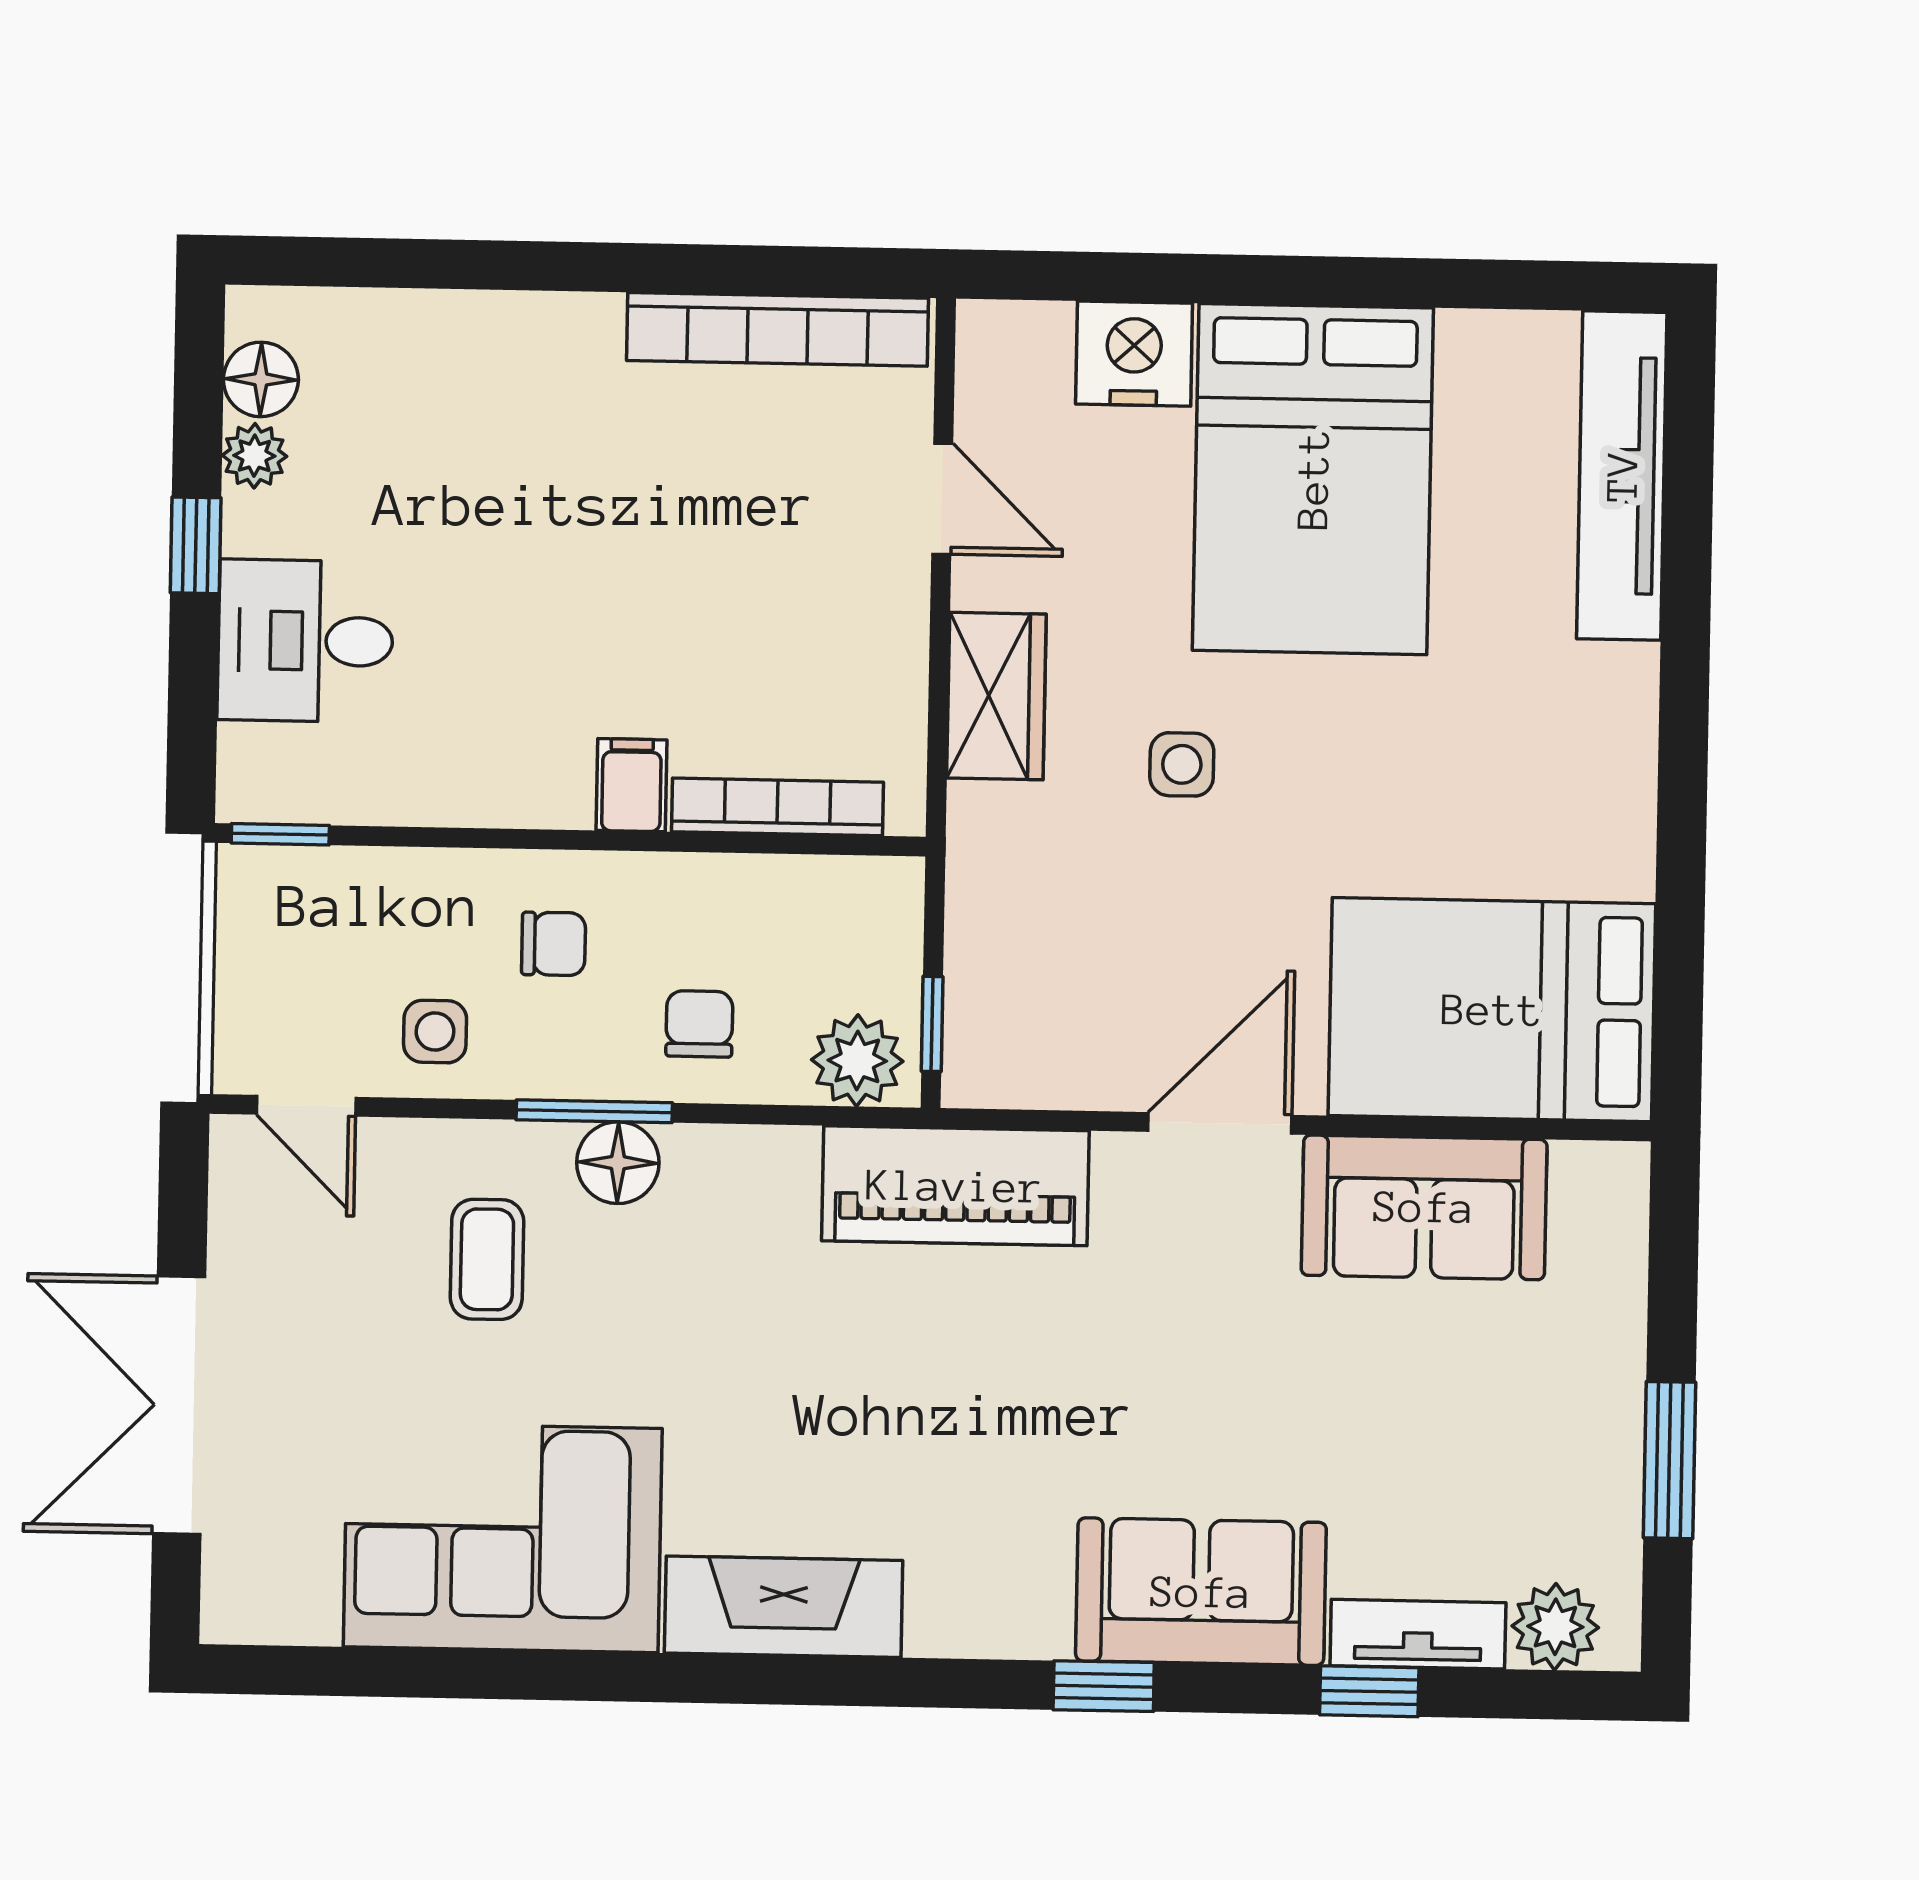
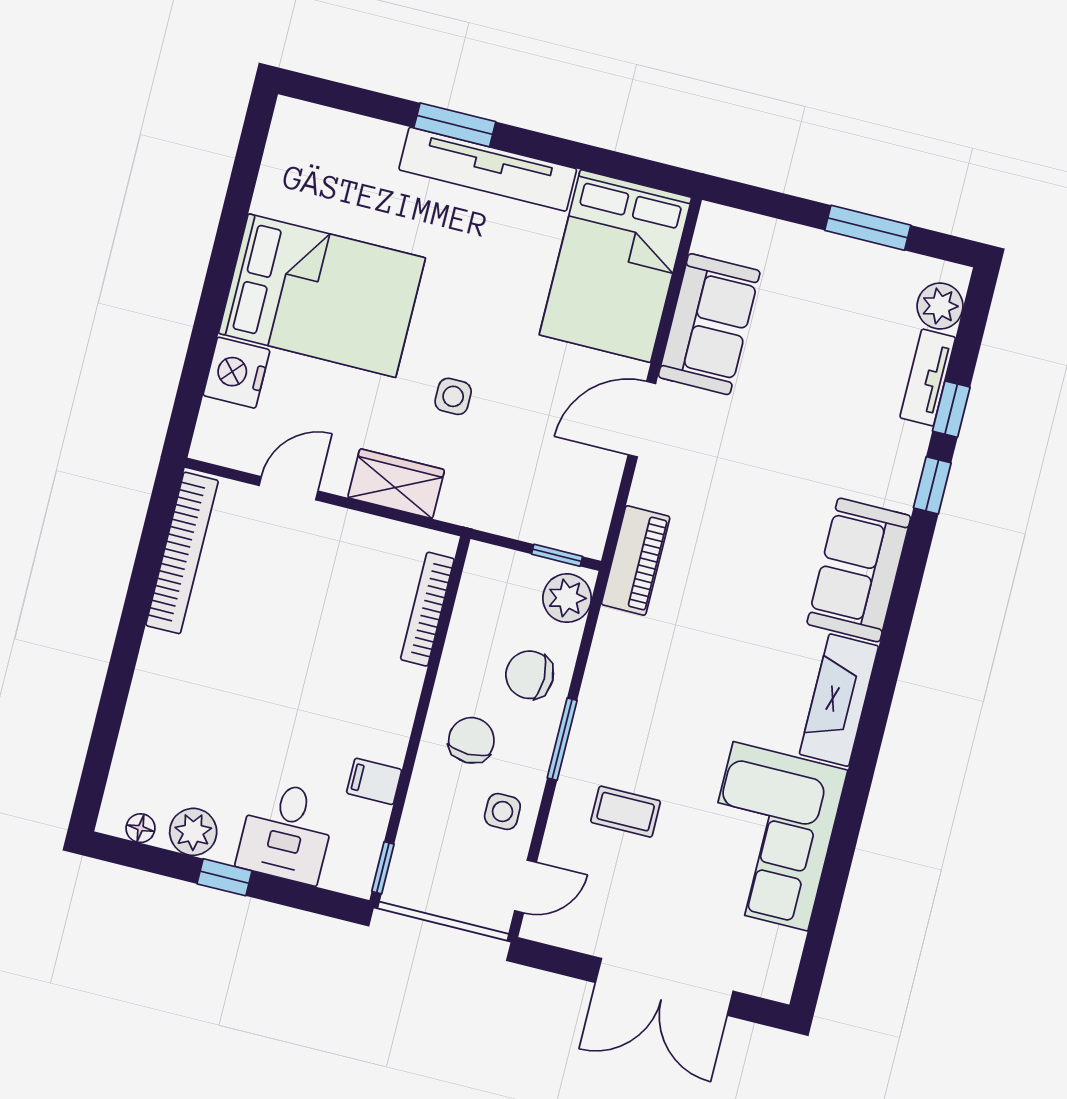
floor lamp: (261, 379) -> (140, 828), width x0.73, depth x0.73
plant: (254, 456) -> (193, 832), width x1.38, depth x1.38
tv unit: (1622, 476) -> (488, 169), moved
window: (1685, 652) -> (455, 125), added
filing cabinet: (631, 785) -> (374, 781), moved
chair: (554, 944) -> (471, 740), width x1.37, depth x1.37
chair: (699, 1024) -> (530, 675), width x1.37, depth x1.37
door: (1220, 1123) -> (642, 419), hinge flipped
floor lamp: (618, 1163) -> (591, 733), removed
piano: (955, 1186) -> (636, 561), width x0.73, depth x0.75
sofa: (1201, 1592) -> (859, 570), moved
window: (1104, 1686) -> (932, 485), moved

